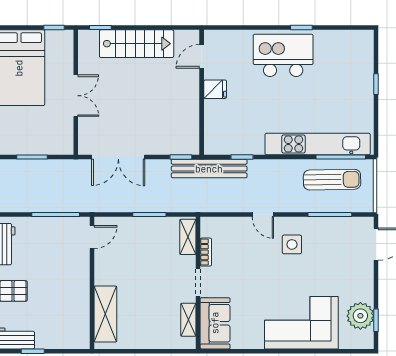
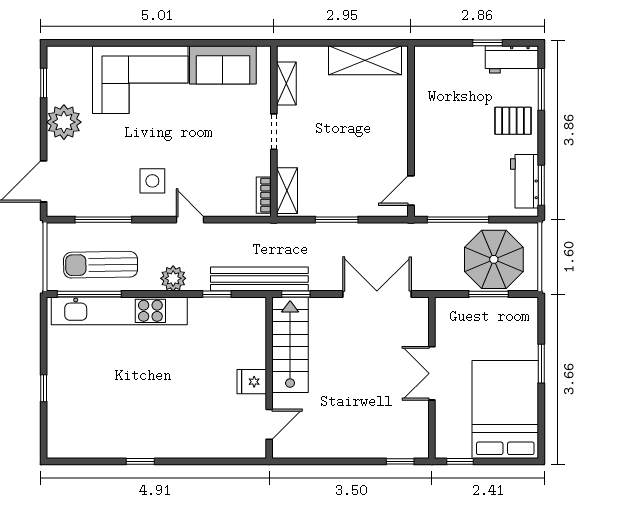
stairs: (137, 44) -> (290, 345), moved, turned 90
kitchen island: (283, 55) -> (164, 425), removed
plant: (276, 169) -> (173, 278), added
parasol: (28, 184) -> (494, 259), added
bookcase: (206, 252) -> (264, 195), moved
shelving: (105, 314) -> (365, 60), moved, turned 90
plant: (360, 316) -> (64, 122), moved
sofa: (215, 323) -> (223, 65), moved, turned -90

